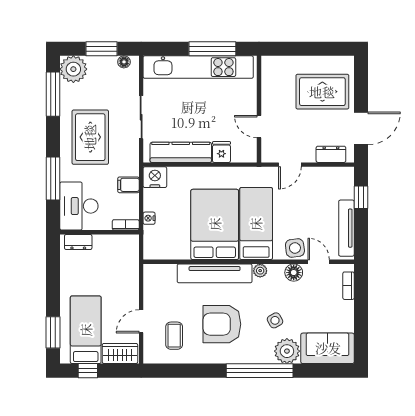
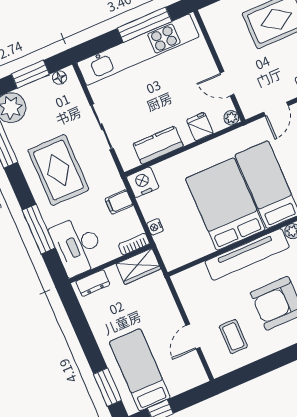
kitchen counter: (181, 152) -> (158, 145), width x0.67
plant: (250, 156) -> (231, 118), added
wardrobe: (120, 353) -> (138, 266), moved, turned 180

